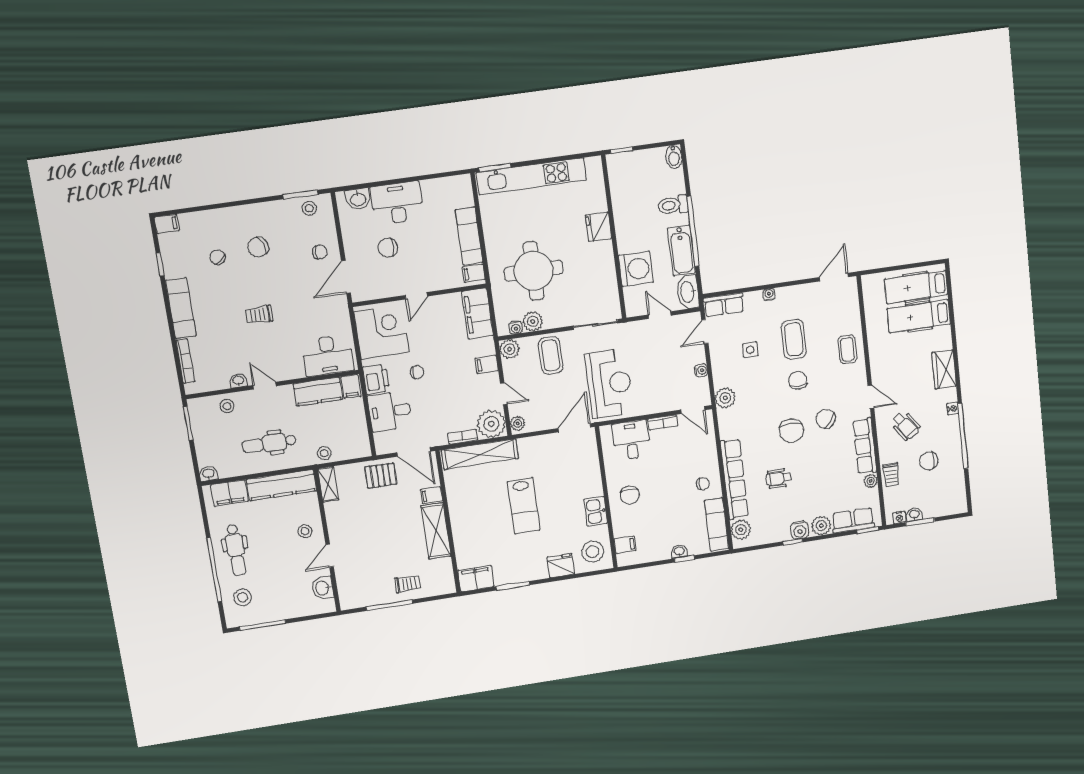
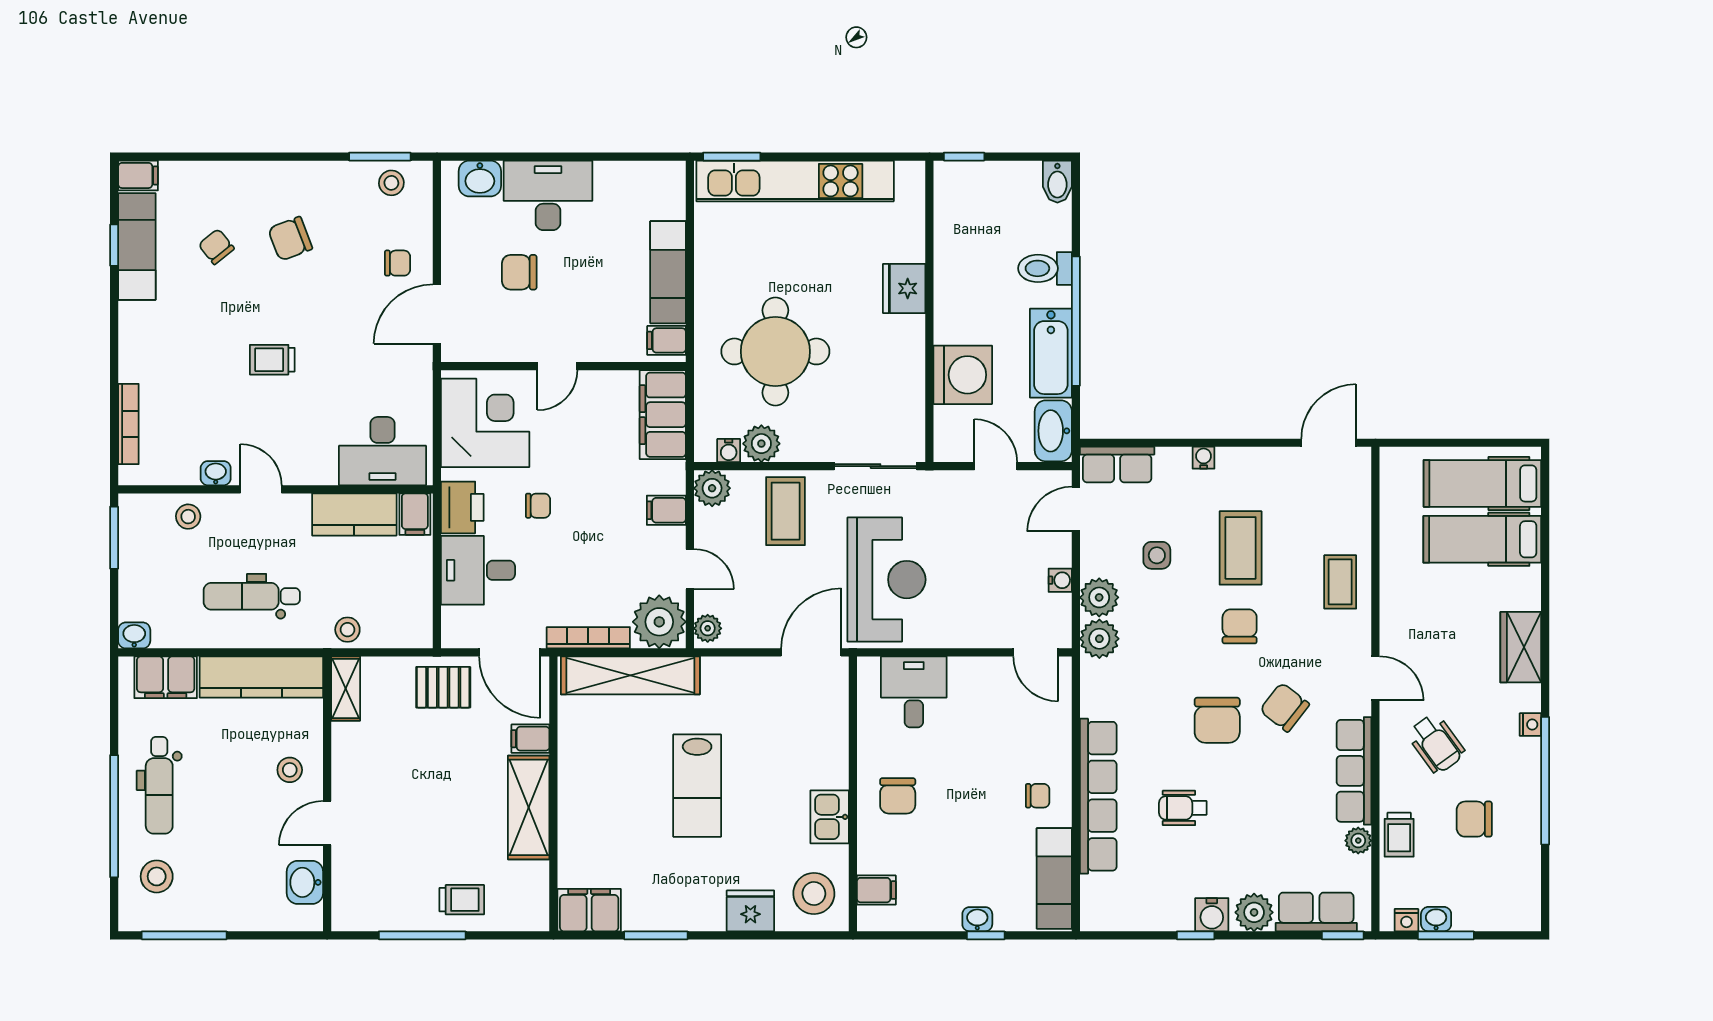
exam couch: (181, 308) -> (137, 247), moved
bookcase: (663, 422) -> (977, 667), removed
bookcase: (463, 437) -> (588, 638), width x1.56
plant: (741, 530) -> (1099, 597), moved

